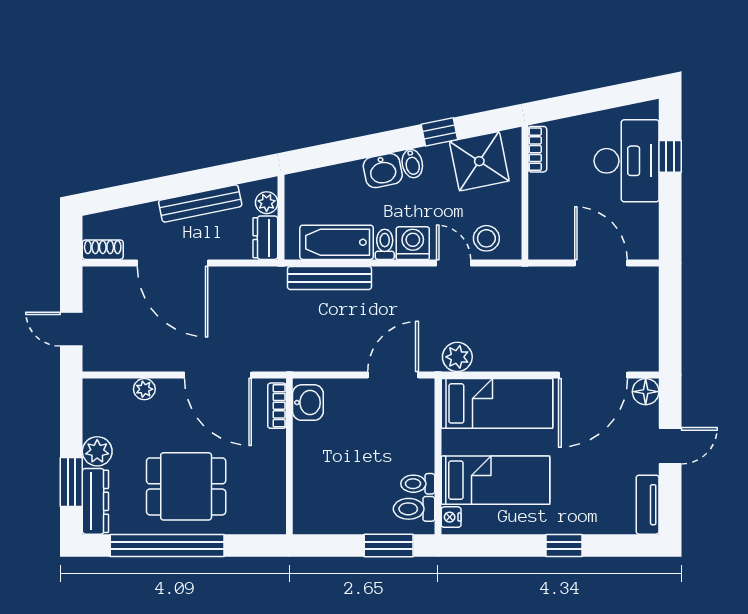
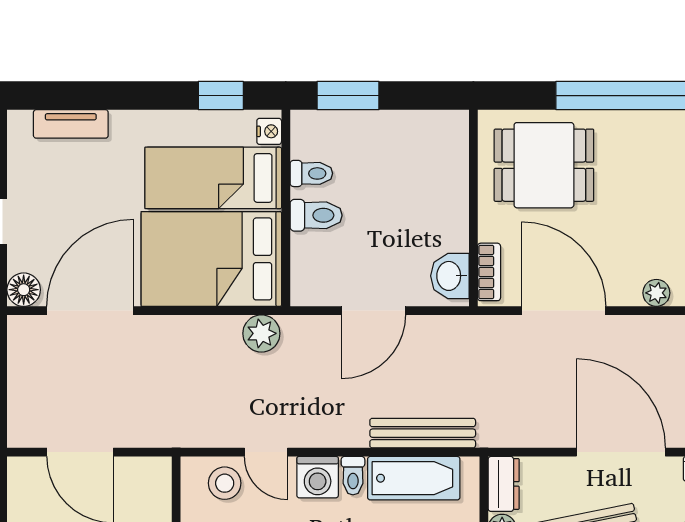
door: (393, 375) -> (374, 311), moved
bed: (497, 403) -> (211, 259), width x1.50
dining table: (186, 486) -> (544, 165), moved
tv unit: (648, 505) -> (71, 124), moved, turned 90
toilet: (414, 509) -> (316, 215), moved
window: (564, 545) -> (221, 96), moved

